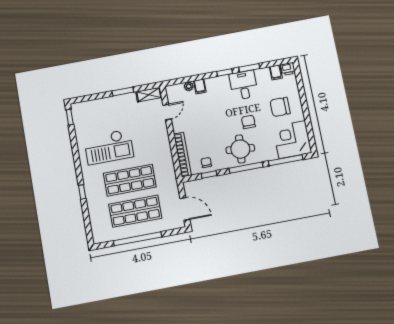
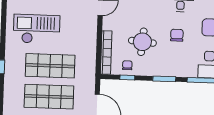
checkout: (109, 147) -> (37, 29), turned 180
round table: (240, 149) -> (142, 42), moved
window: (246, 168) -> (164, 79), width x0.69

